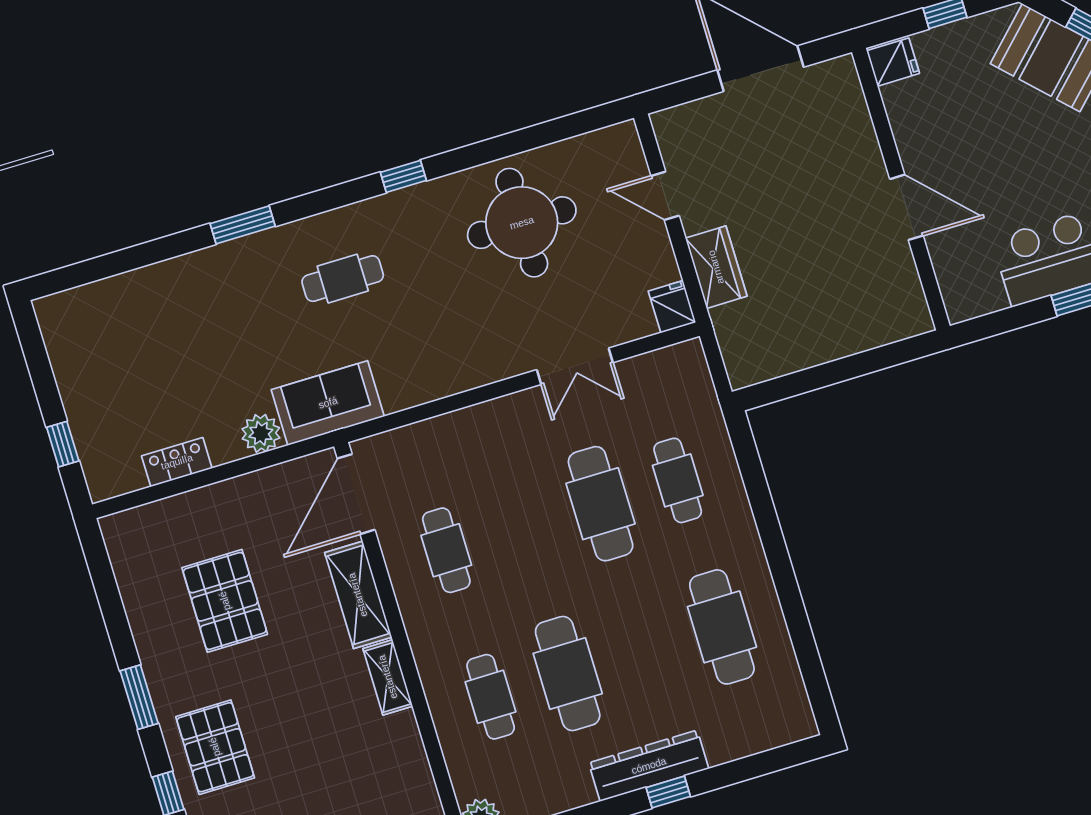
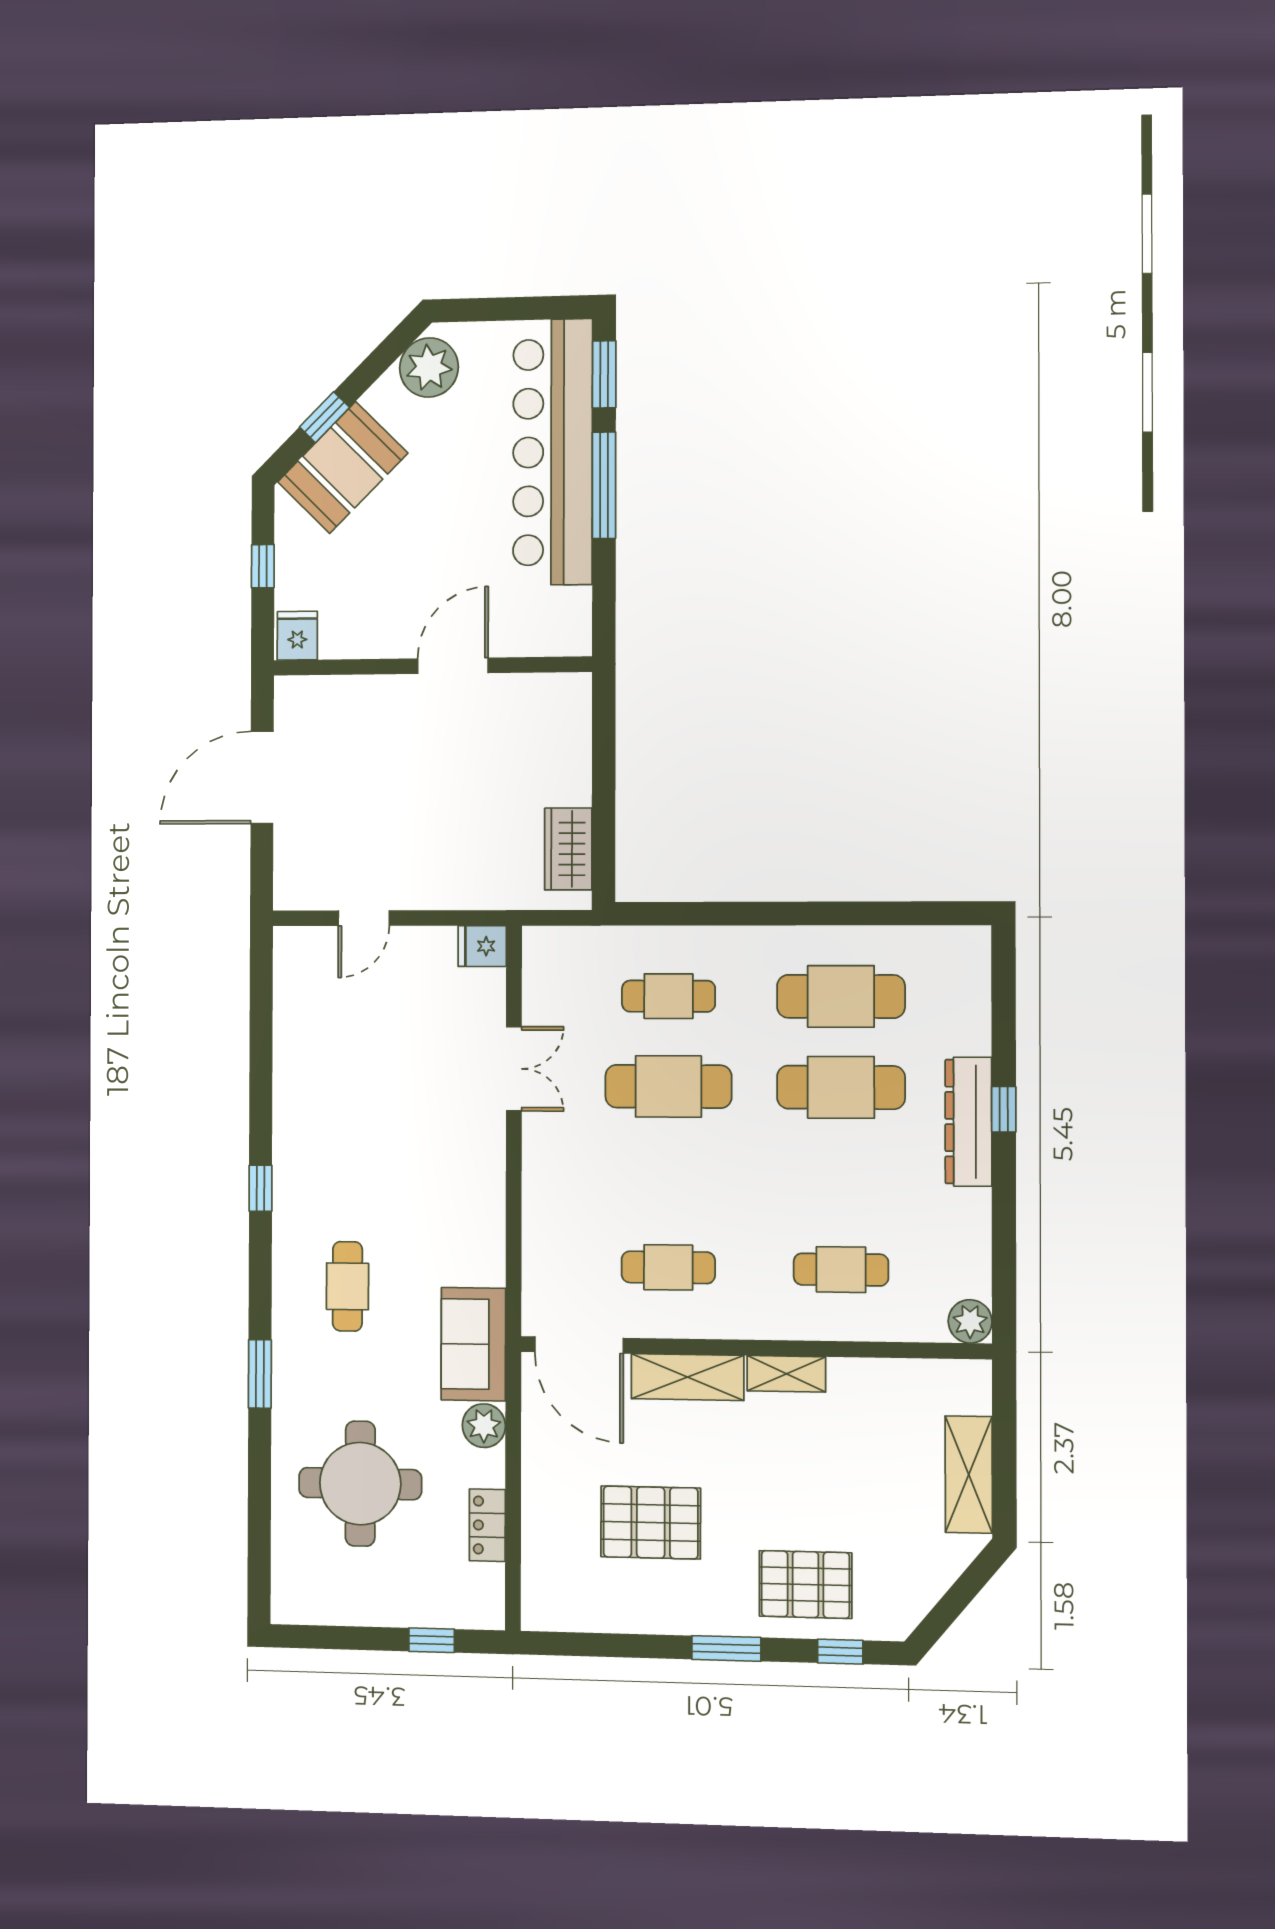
round table: (522, 223) -> (360, 1484), moved
wardrobe: (716, 267) -> (568, 849), moved, turned -90
cafe table: (568, 673) -> (841, 1087), moved

